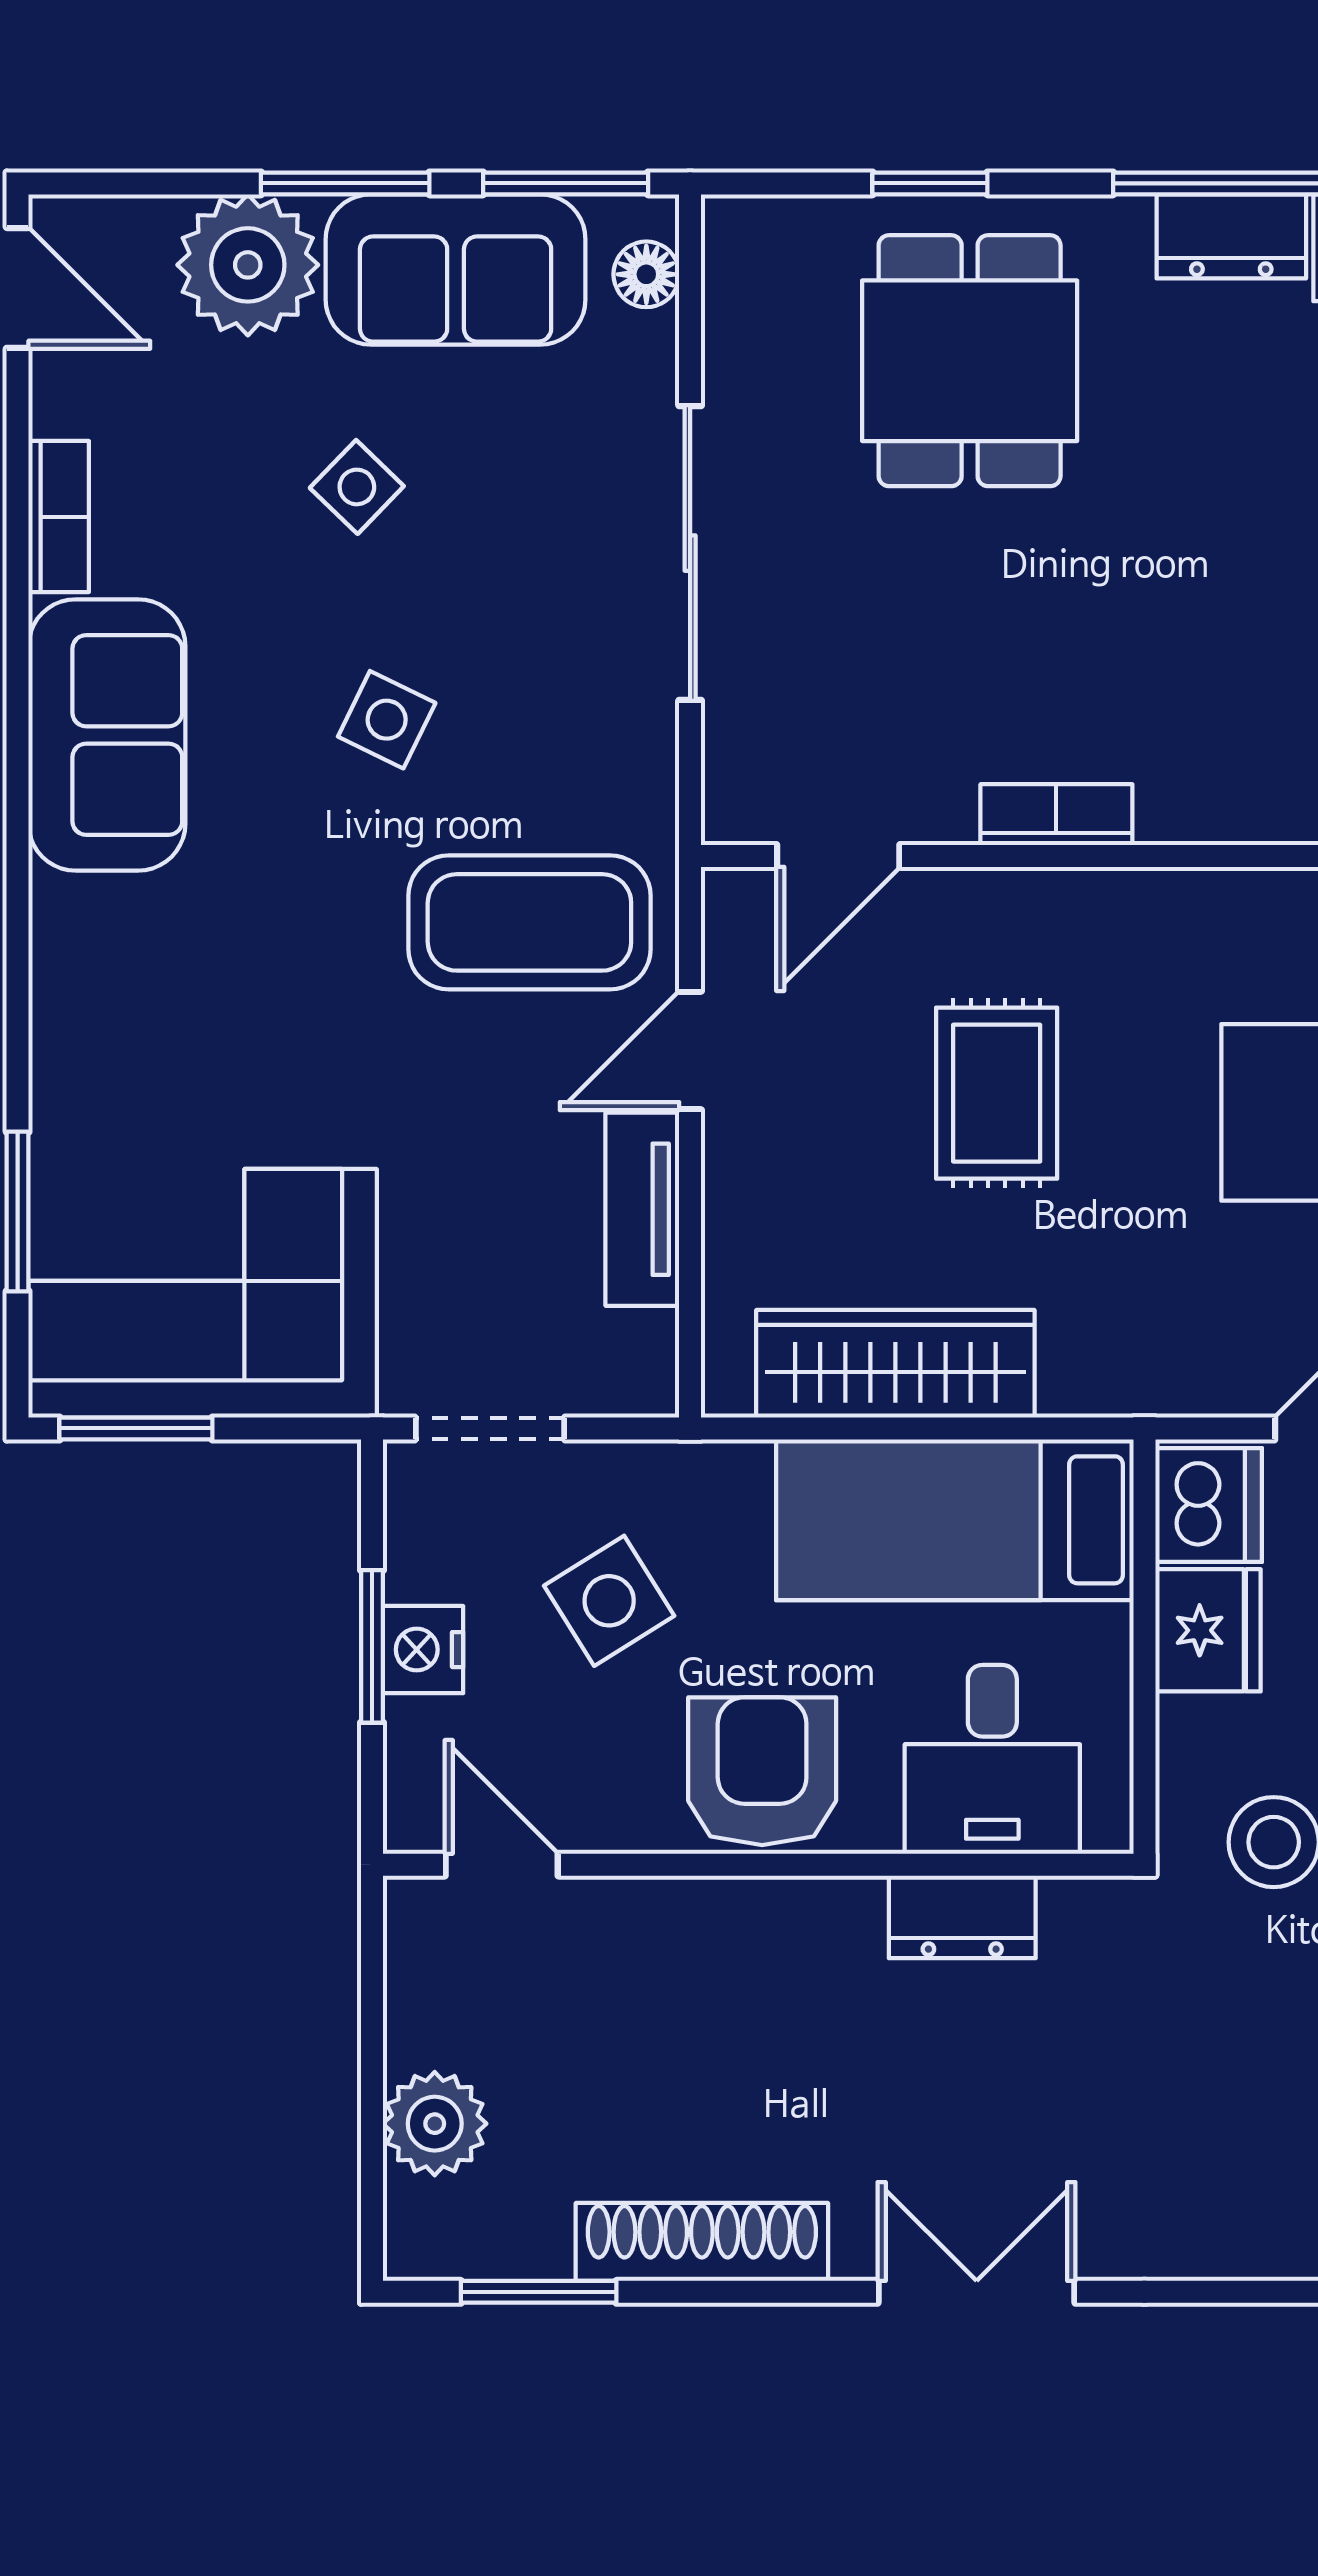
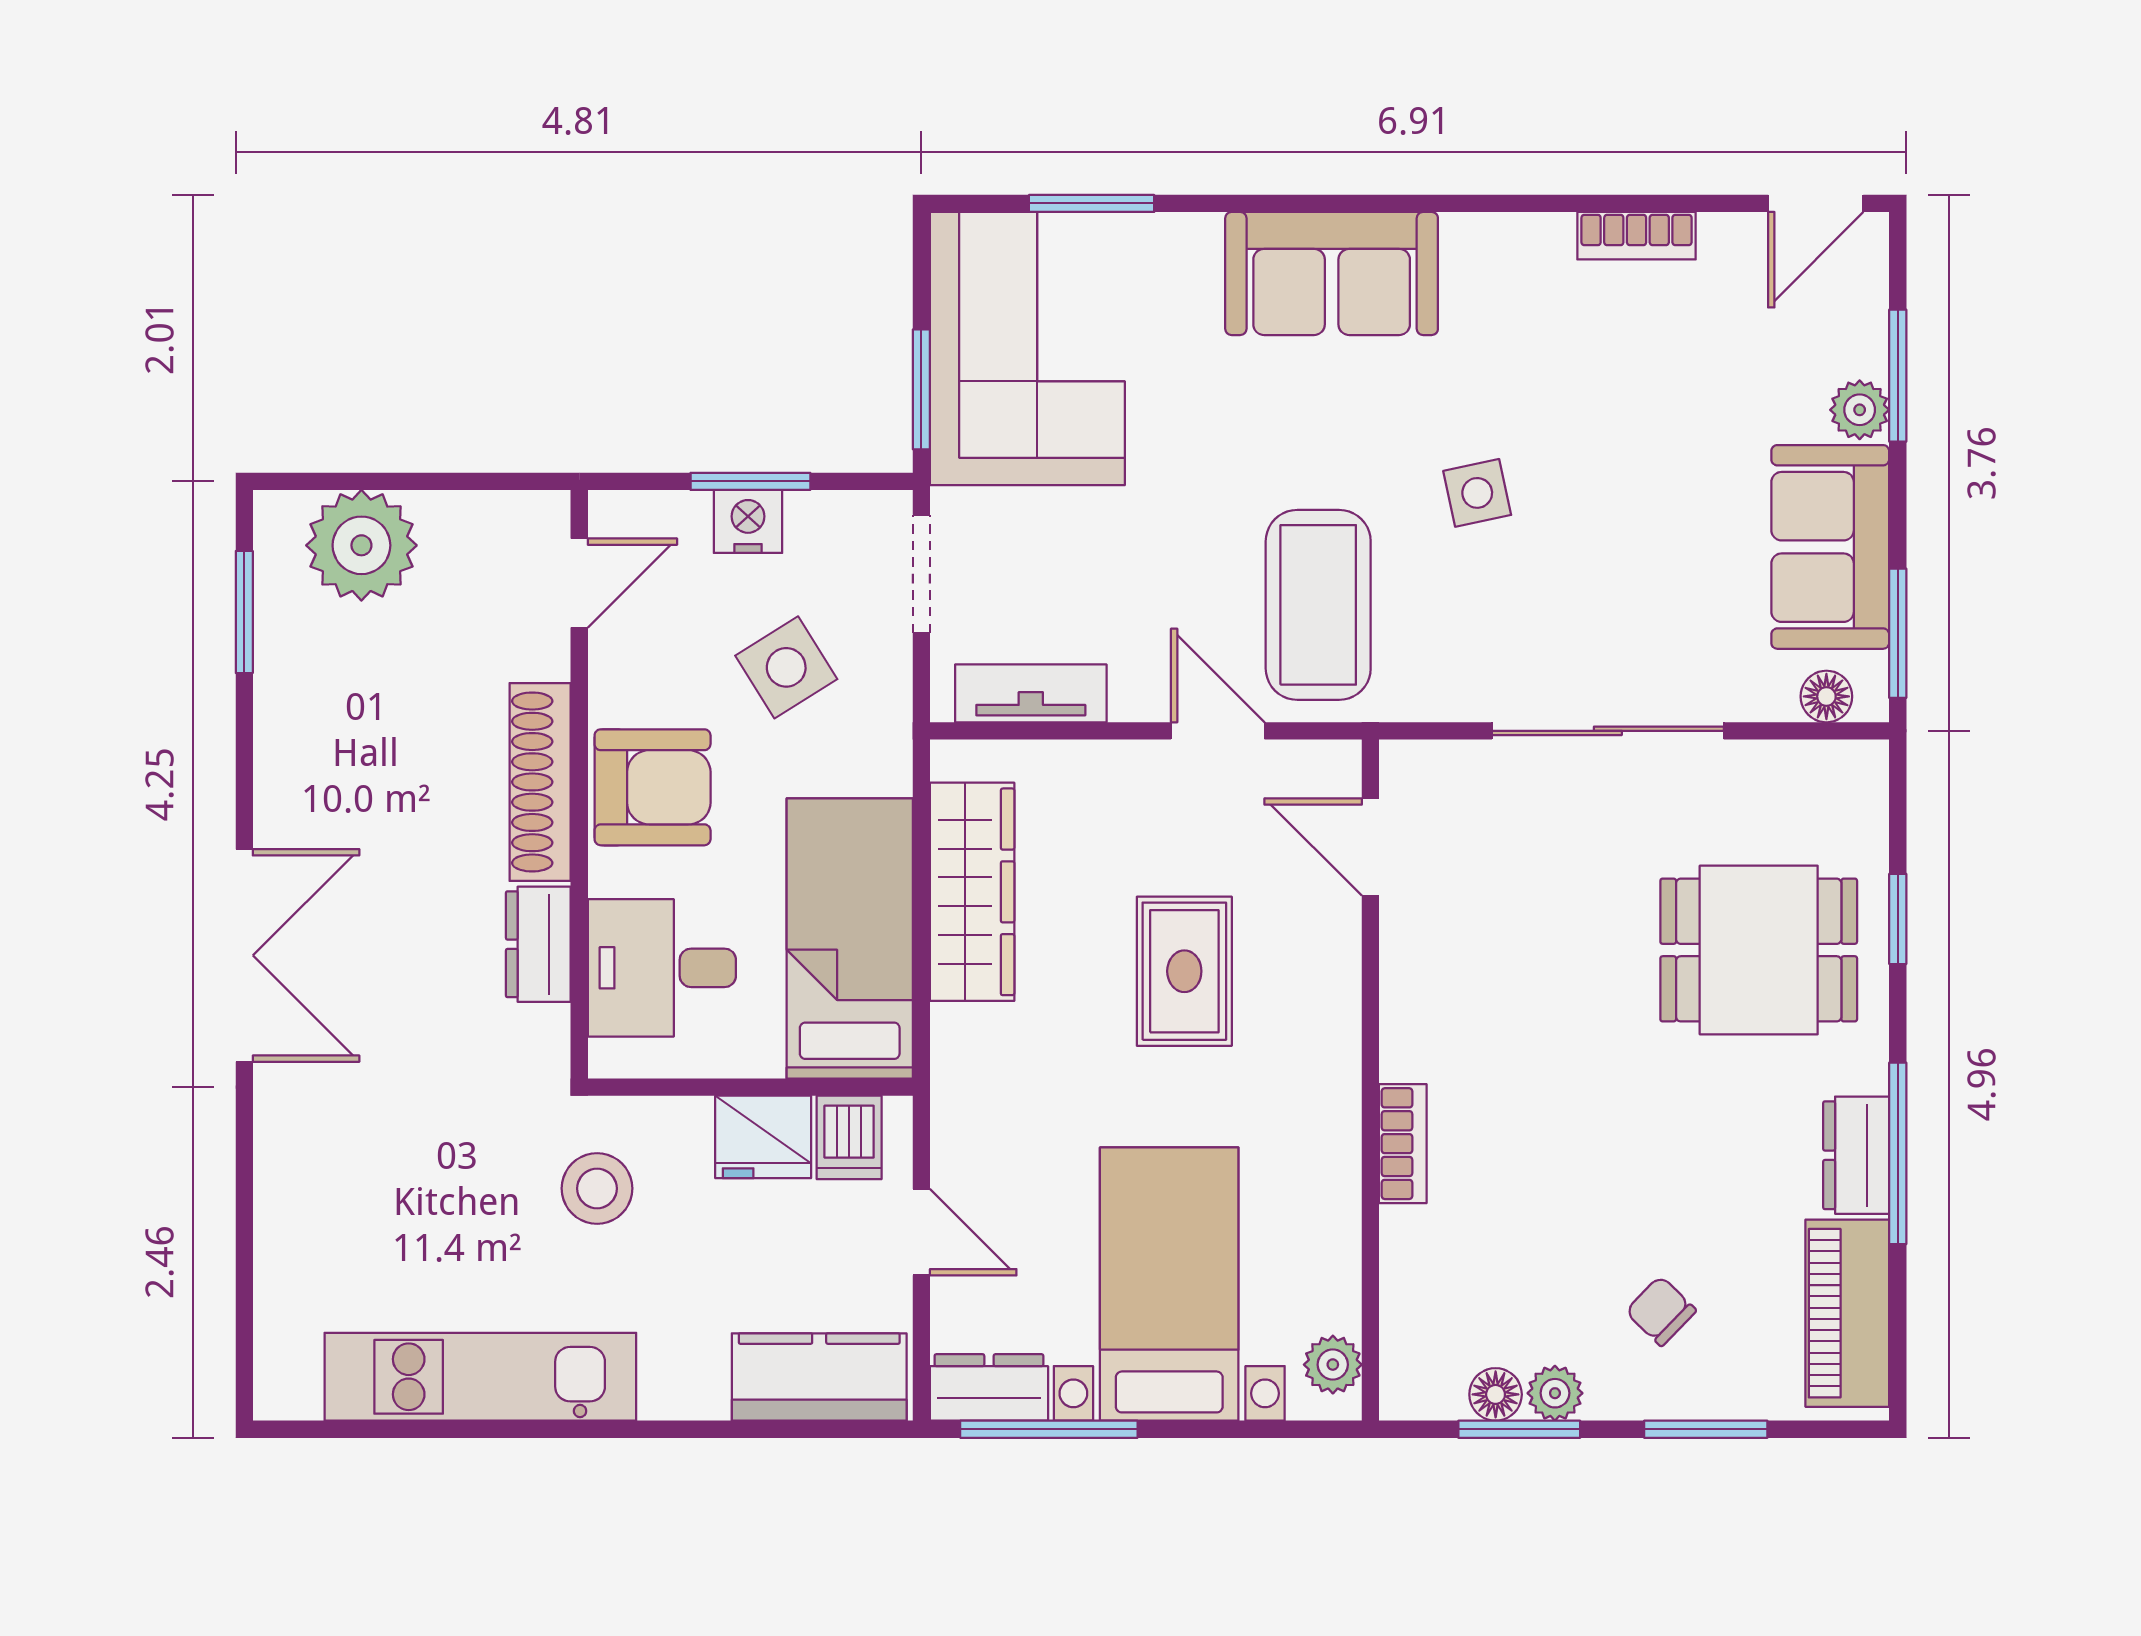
window: (345, 183) -> (1898, 376), moved
plant: (248, 265) -> (1860, 410), width x0.53, depth x0.53
side table: (357, 487) -> (1660, 470), removed
side table: (387, 720) -> (1477, 493), turned -38
sofa: (107, 735) -> (1332, 274), moved
bookcase: (1056, 815) -> (1403, 1144), moved
rug: (997, 1093) -> (1184, 971), turned 90
tv unit: (642, 1209) -> (1031, 693), moved
window: (136, 1428) -> (921, 389), moved
dishwasher: (1209, 1505) -> (849, 1137), width x0.73
plant: (435, 2124) -> (361, 545), width x1.36, depth x1.36
shoe rack: (702, 2242) -> (540, 782), moved, turned 180
double door: (977, 2292) -> (244, 955), width x1.37

